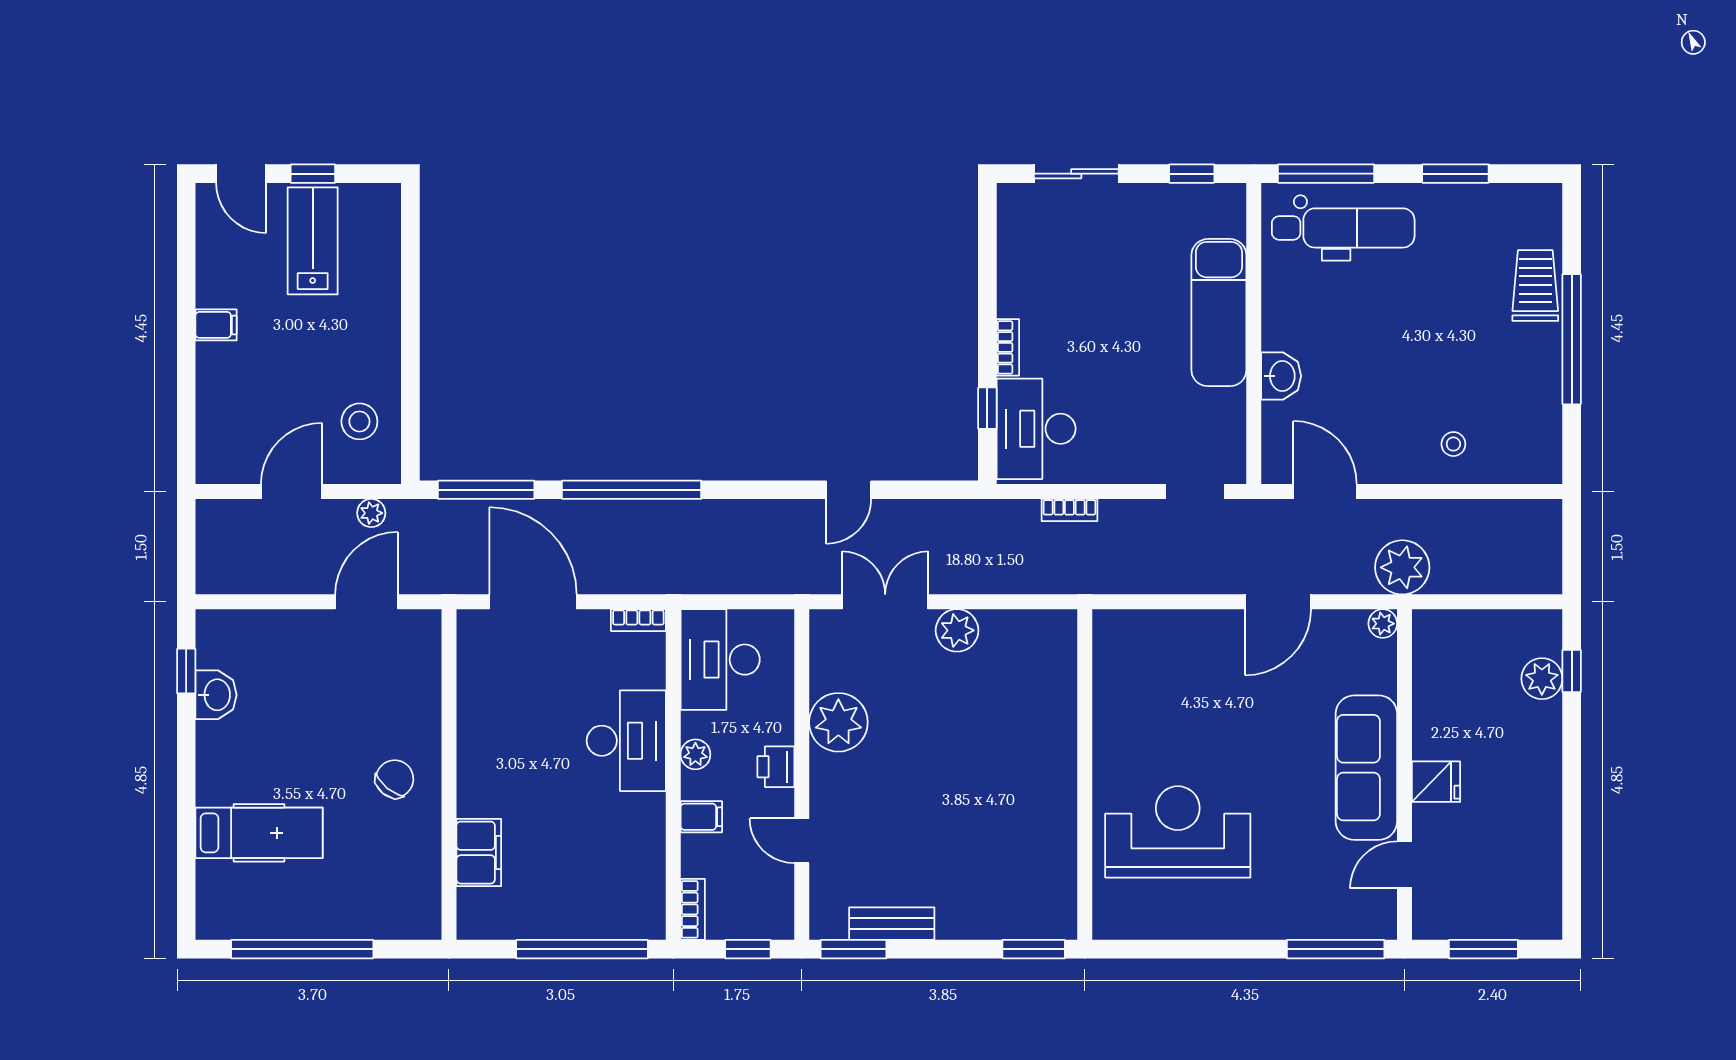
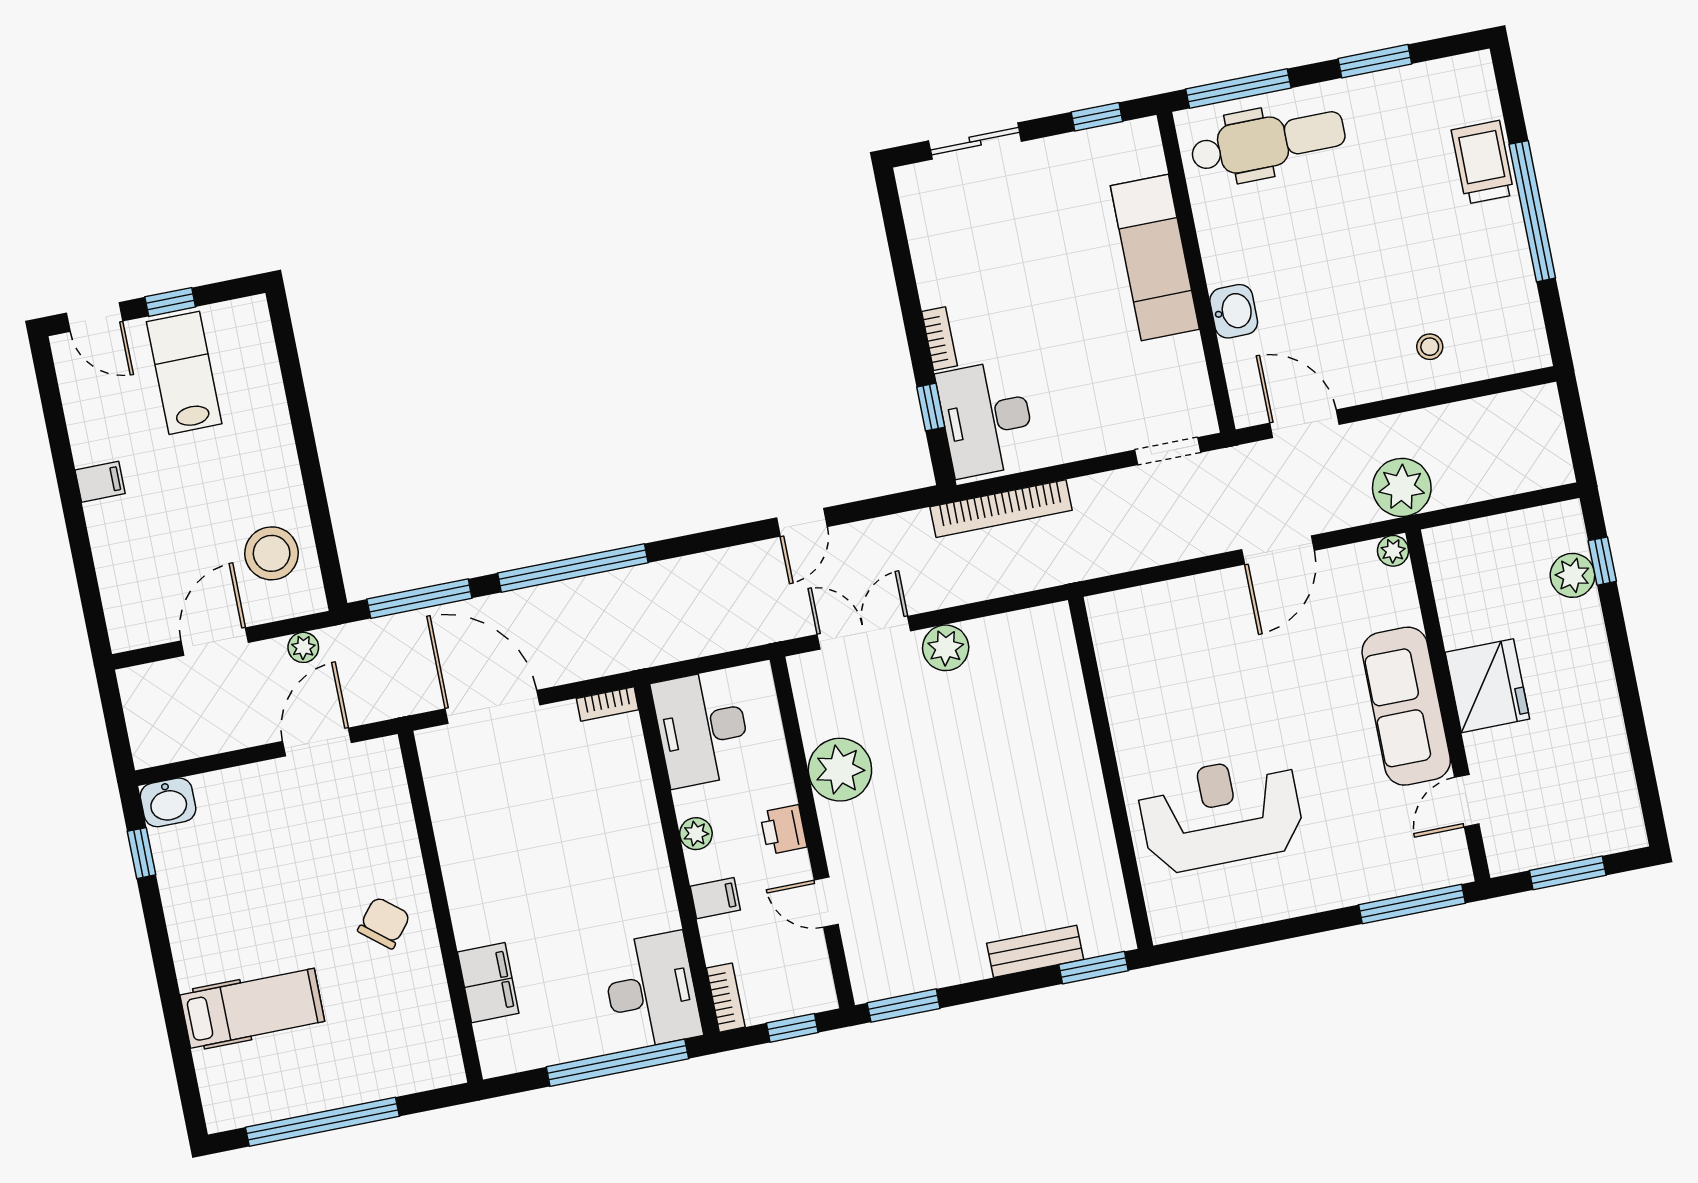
stool: (359, 421) -> (272, 553), width x1.38, depth x1.38
bookcase: (1069, 510) -> (1001, 509), width x2.31, depth x1.31
washbasin: (216, 695) -> (168, 802), moved, turned 90
desk: (626, 741) -> (651, 991), moved
fridge: (1436, 782) -> (1487, 686), width x1.88, depth x1.34
bench: (892, 924) -> (1035, 951), moved

